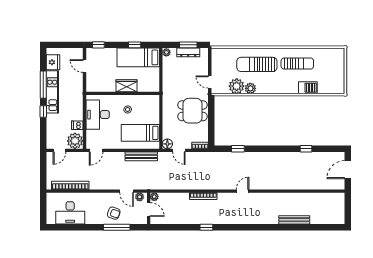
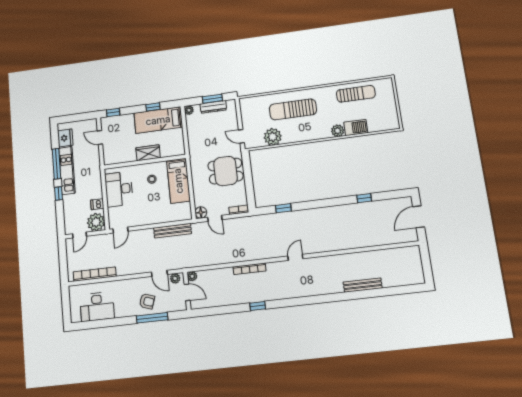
sun lounger: (297, 63) -> (356, 94), moved
plant: (250, 88) -> (338, 131), moved
bed: (140, 133) -> (178, 181), moved, turned -90

